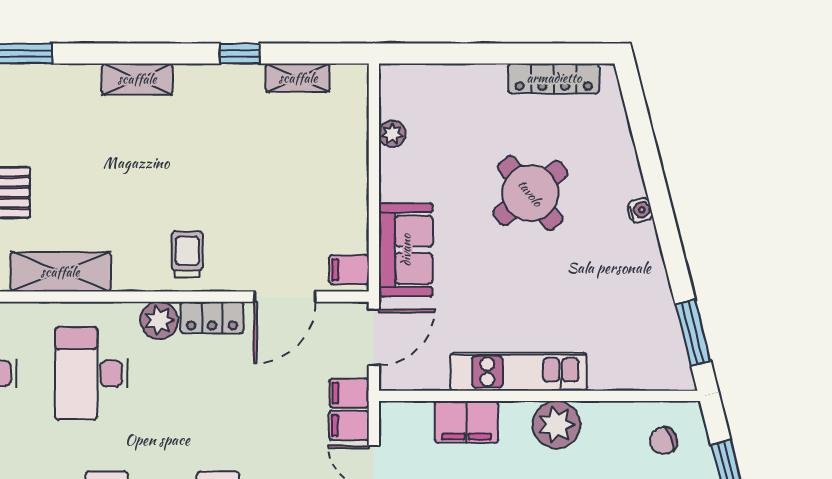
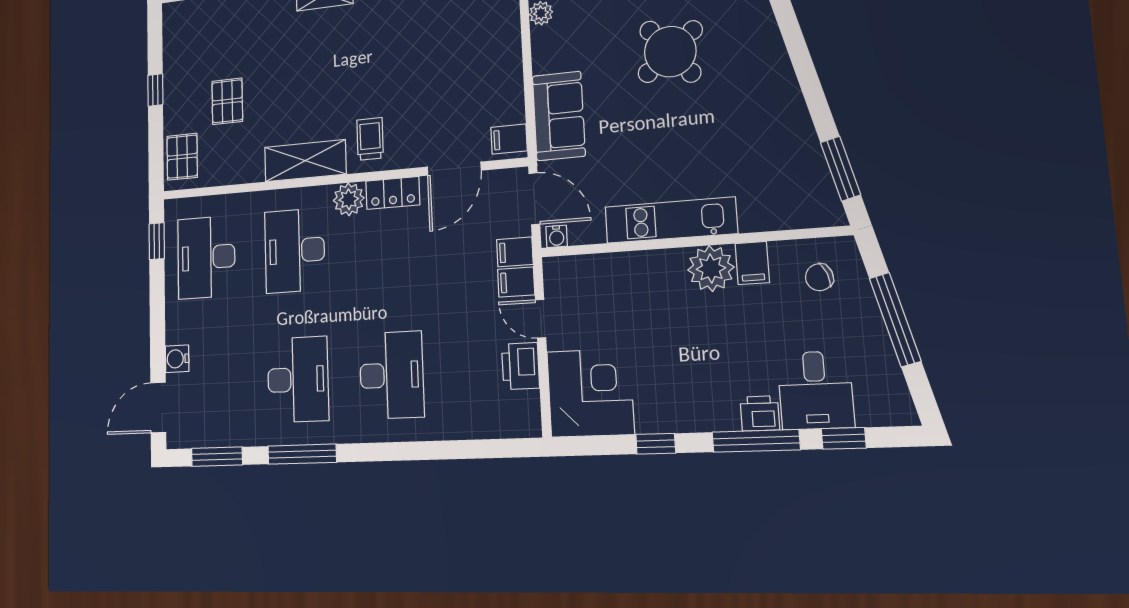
water cooler: (640, 210) -> (557, 236), moved, turned 104
shelving: (60, 272) -> (305, 161), moved
door: (374, 337) -> (534, 199), hinge flipped
filing cabinet: (467, 422) -> (752, 263), moved, width x0.50

